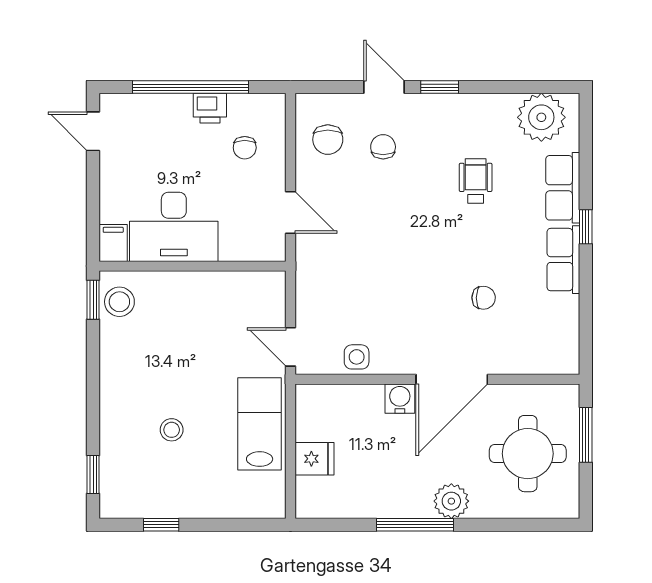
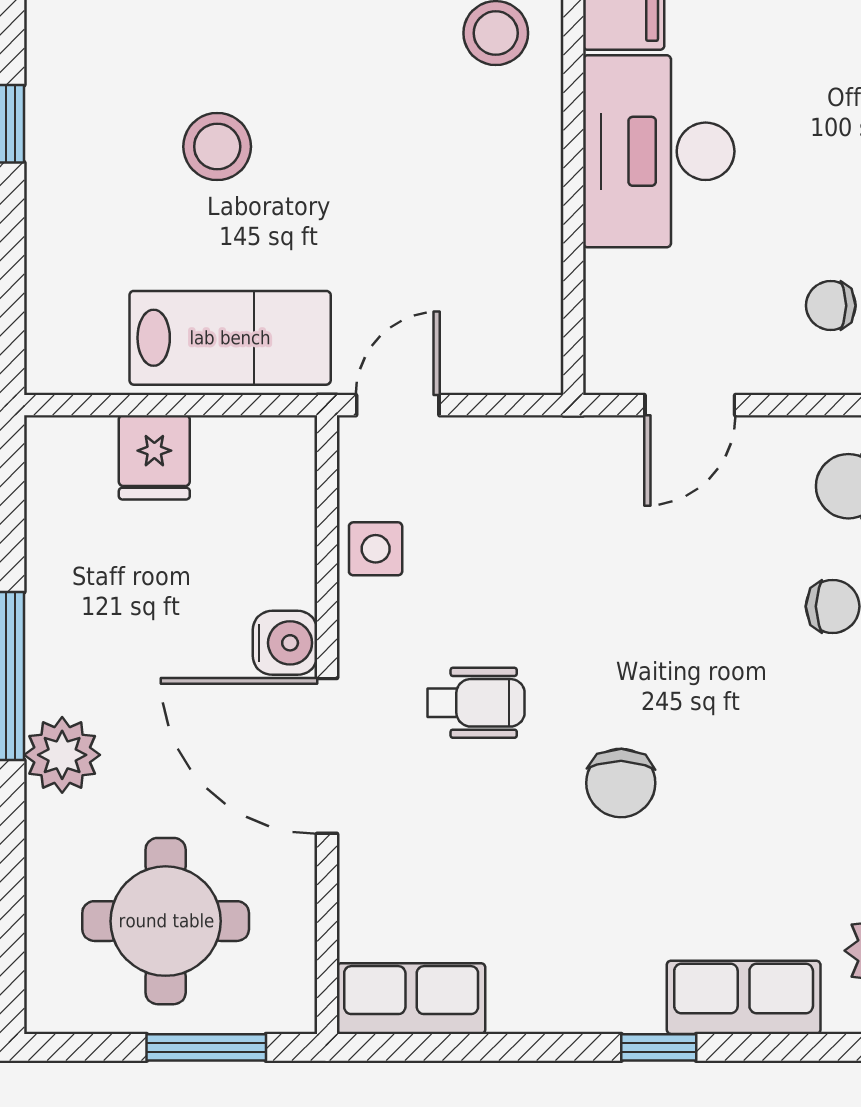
wheelchair: (476, 181) -> (476, 703), moved
row of seats: (563, 260) -> (411, 999), moved
chair: (484, 298) -> (621, 783), moved, width x1.37, depth x1.37
stool: (172, 430) -> (217, 147), width x1.37, depth x1.37

